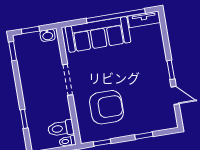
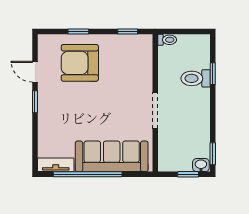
washbasin: (48, 35) -> (201, 165), moved
armchair: (107, 107) -> (80, 63), moved
toilet: (61, 128) -> (196, 78), moved, turned 180

